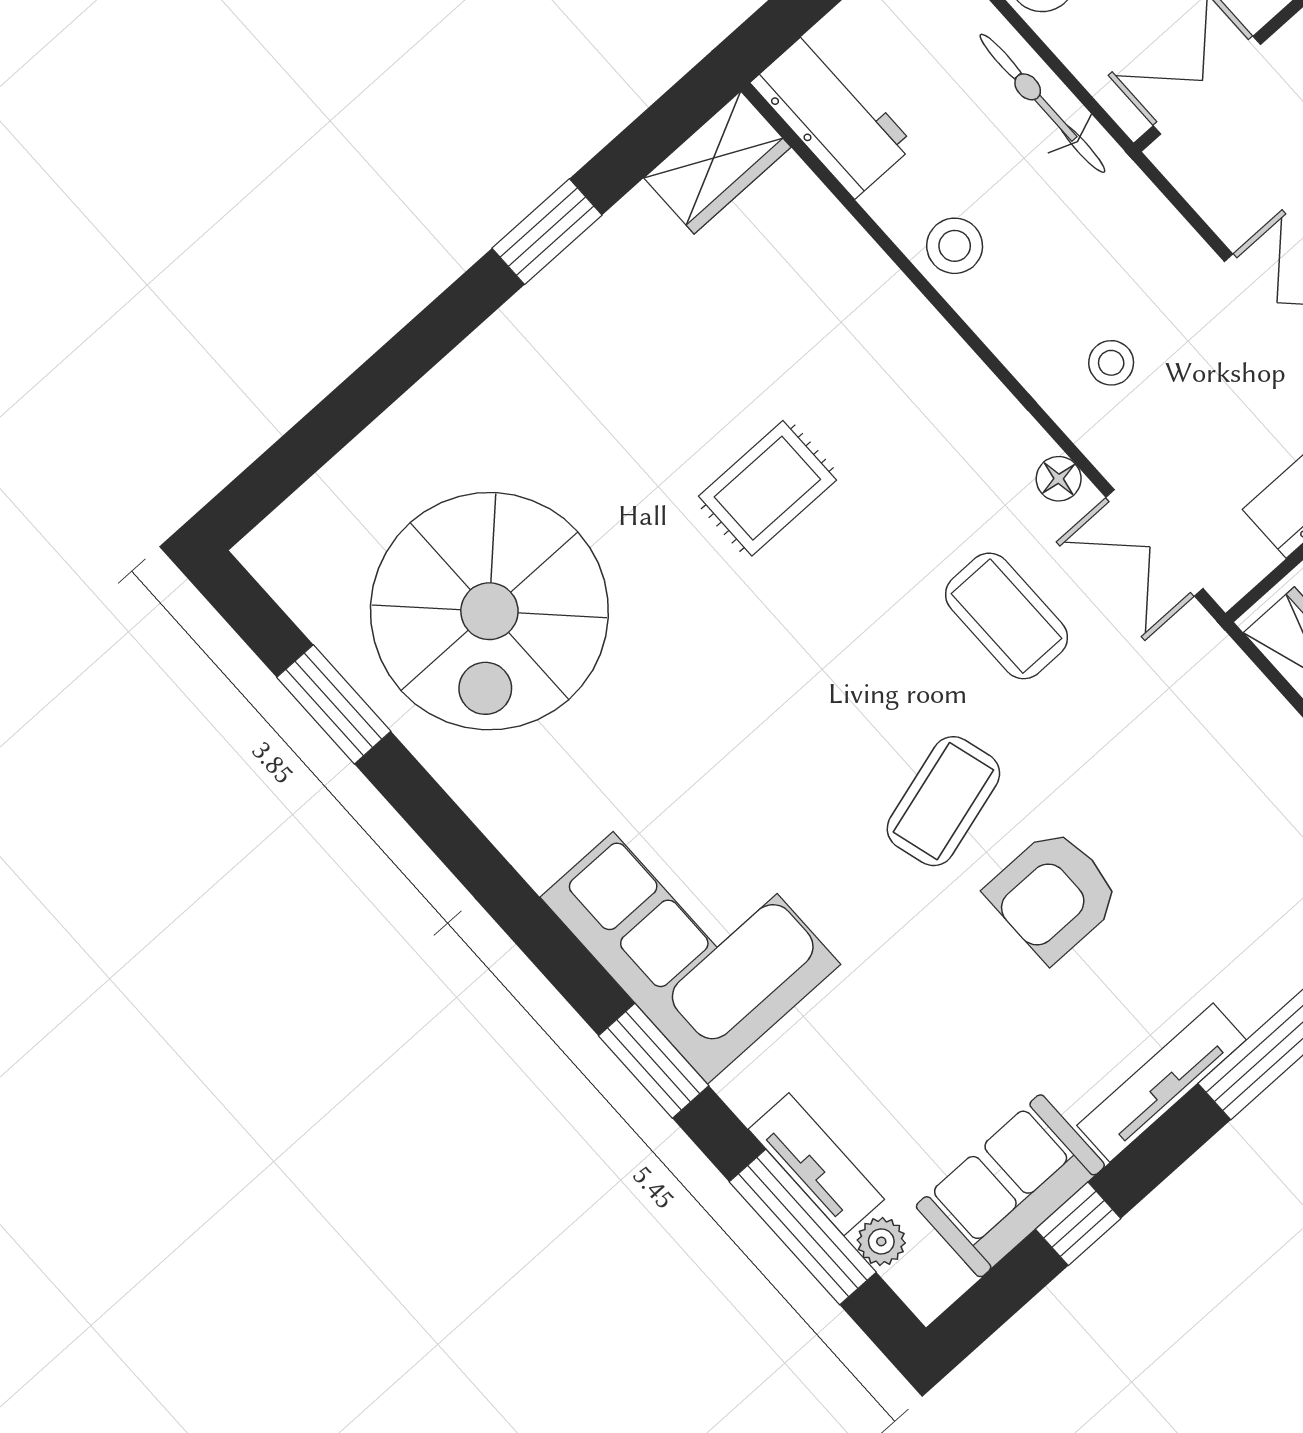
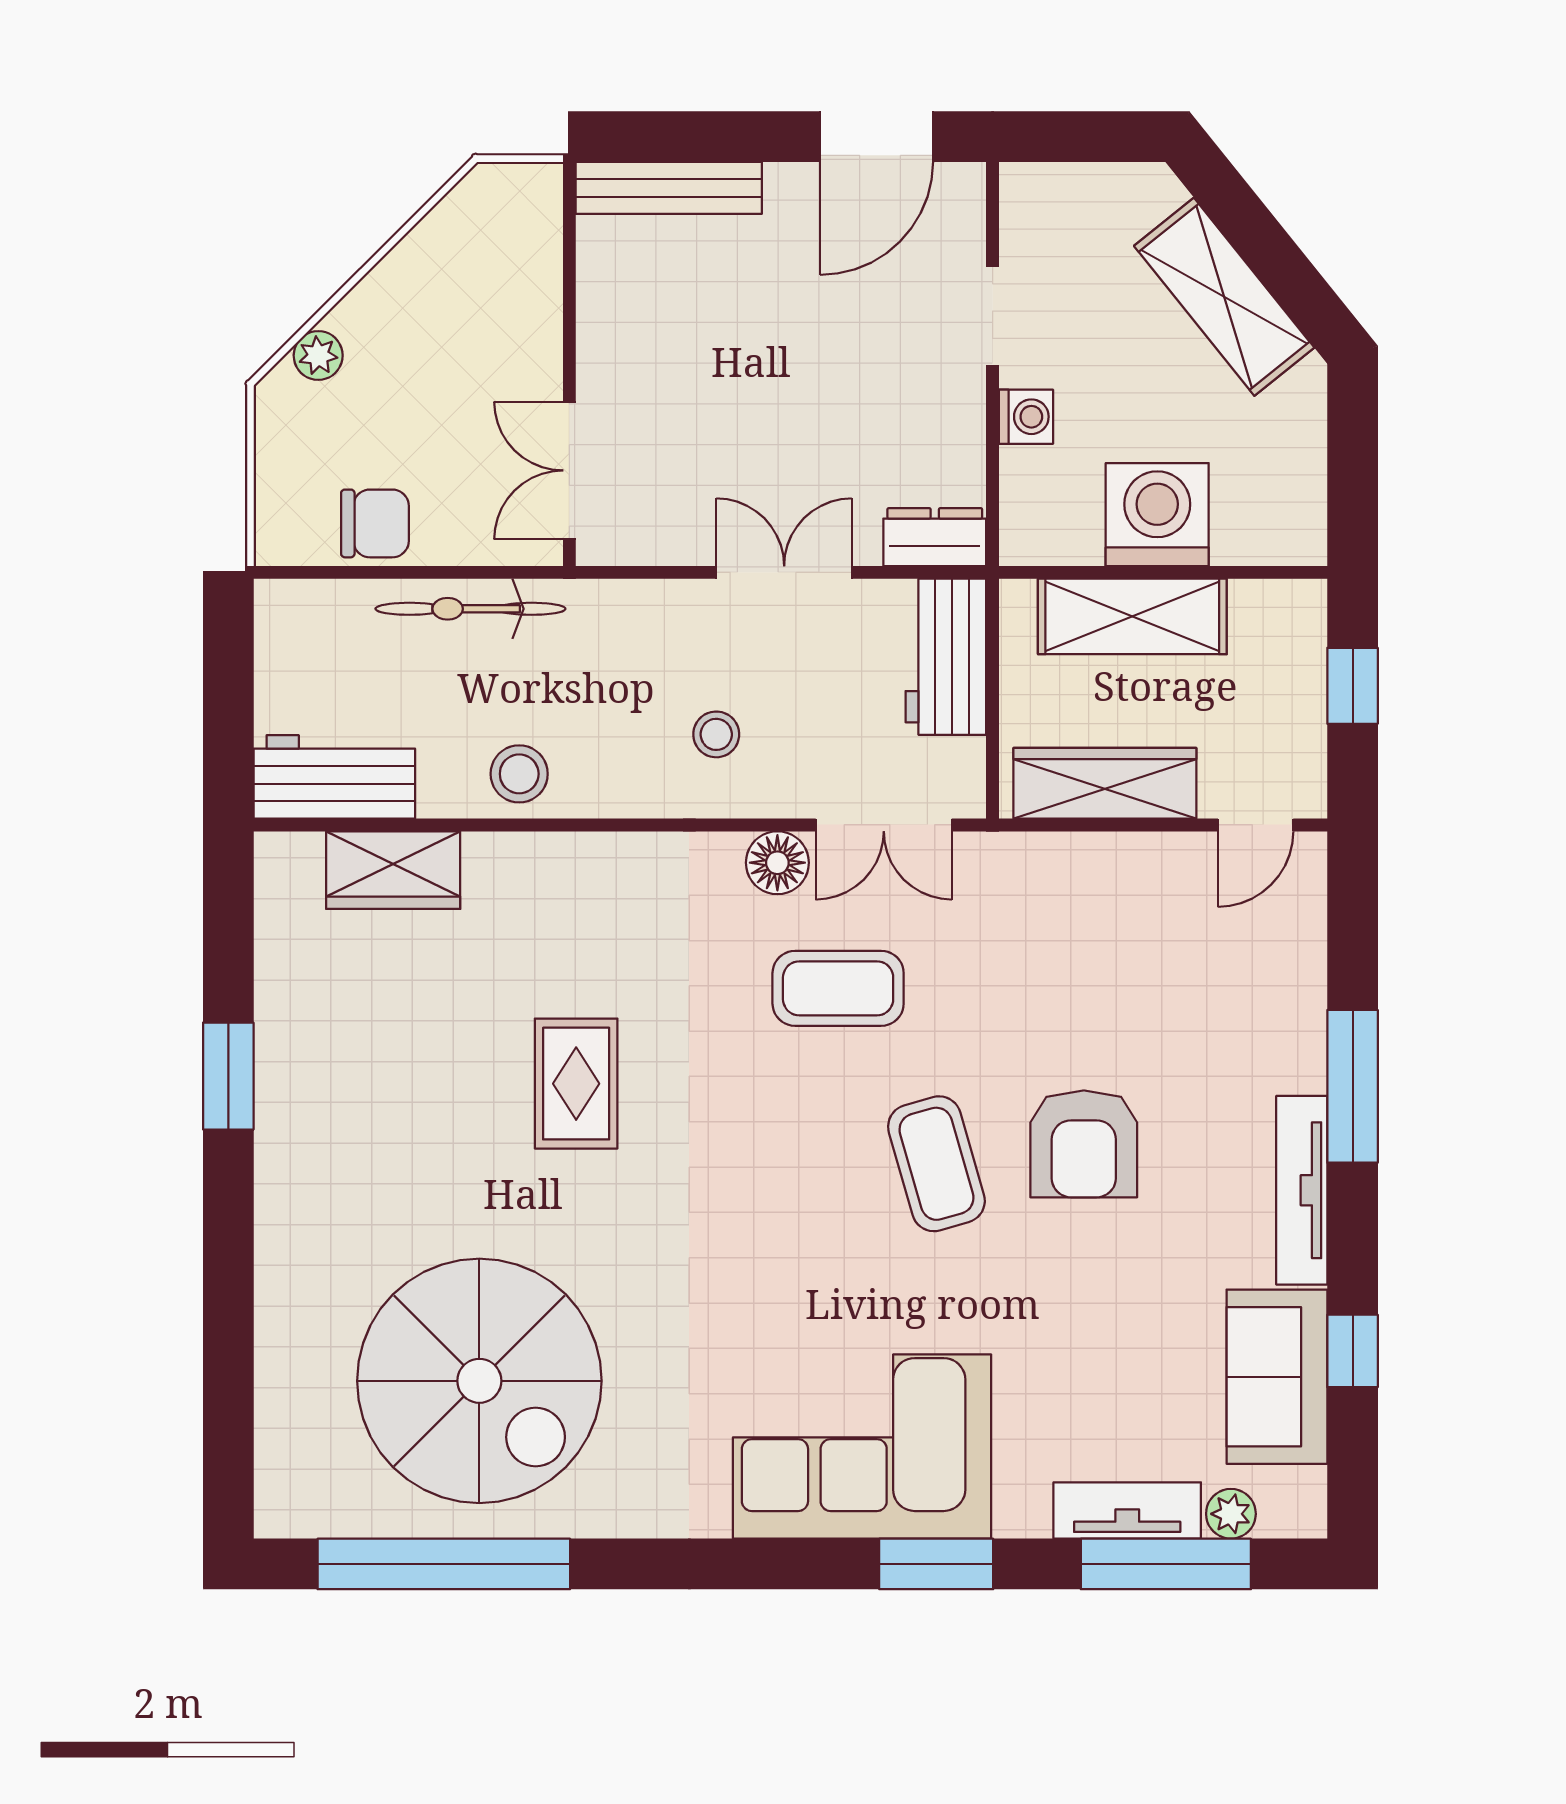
wardrobe: (717, 162) -> (393, 870), moved, turned 90
floor lamp: (1059, 479) -> (777, 863), width x1.37, depth x1.37
window: (334, 704) -> (444, 1564), width x2.11

